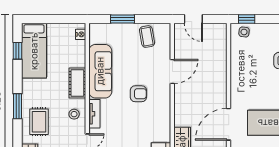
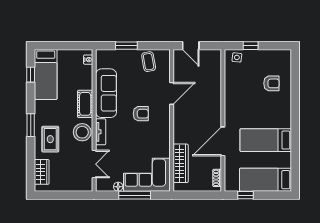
window: (247, 19) -> (251, 46), moved
stool: (74, 114) -> (82, 132), width x1.89, depth x1.89

